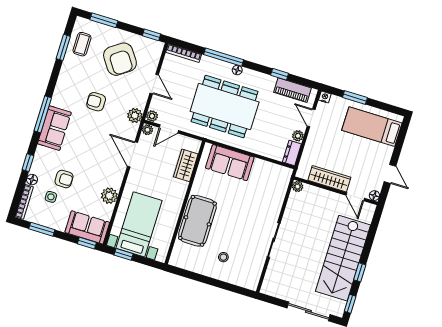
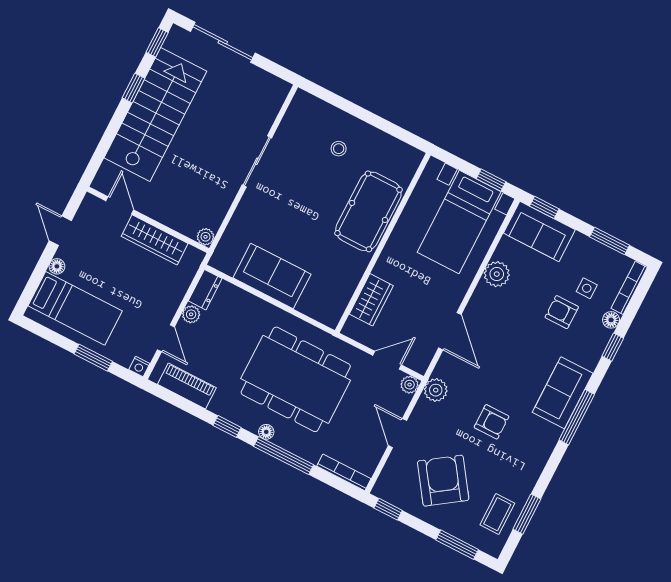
window: (280, 74) -> (227, 426), moved
plant: (148, 130) -> (420, 365), removed
sofa: (230, 163) -> (272, 276), moved
floor lamp: (374, 196) -> (57, 266), moved

